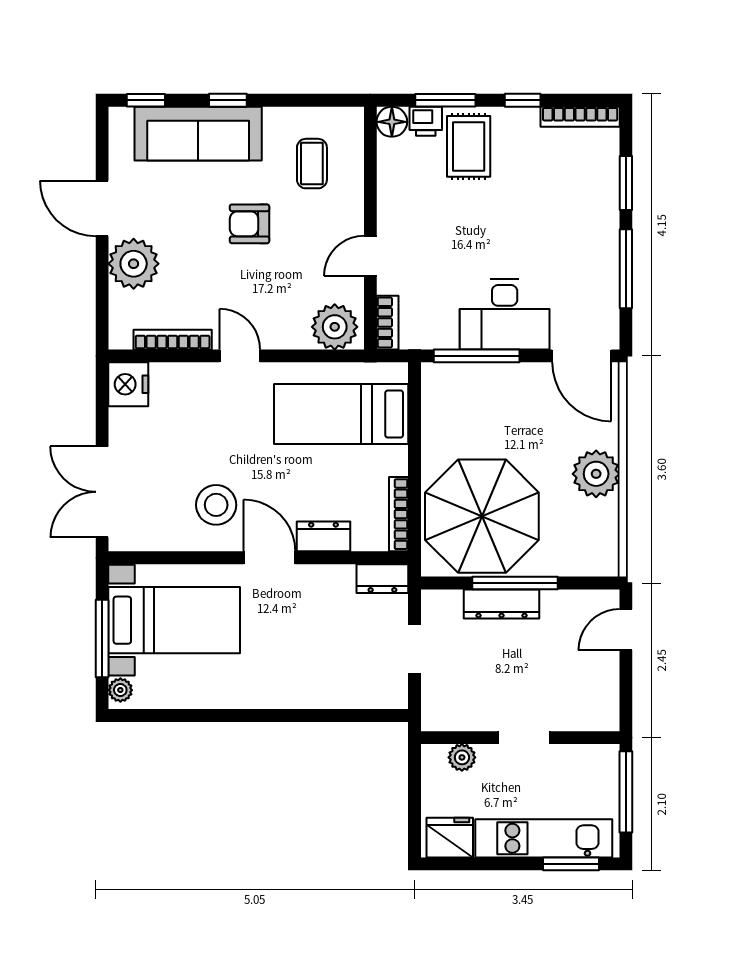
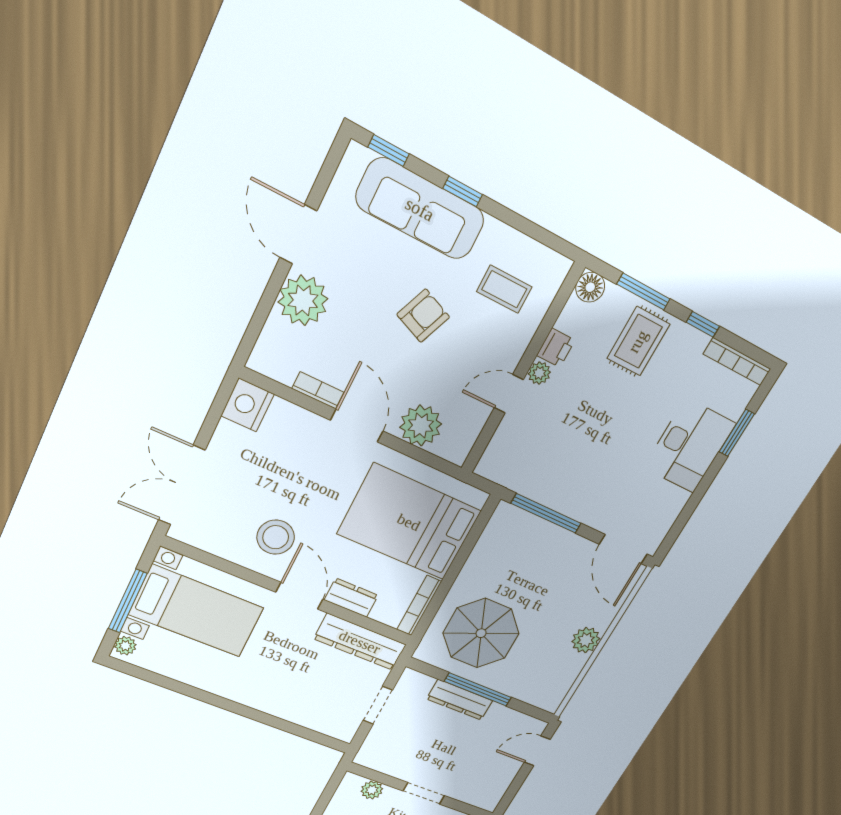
printer: (426, 121) -> (556, 348), moved, turned -90
coffee table: (312, 164) -> (504, 289), turned 90
plant: (389, 222) -> (539, 373), added
armchair: (250, 224) -> (423, 316), turned 112
window: (626, 269) -> (695, 499), removed
desk: (505, 314) -> (690, 446), moved, turned -90
bookcase: (387, 323) -> (492, 455), removed
plant: (335, 327) -> (421, 426), moved
bookcase: (173, 340) -> (318, 390), width x0.64
door: (240, 356) -> (357, 426), width x1.38
bed: (341, 414) -> (409, 522), width x1.50
plant: (596, 474) -> (586, 640), width x0.73, depth x0.73
parasol: (482, 516) -> (481, 633), width x0.73, depth x0.73
dresser: (382, 579) -> (360, 642), width x1.96, depth x1.24

